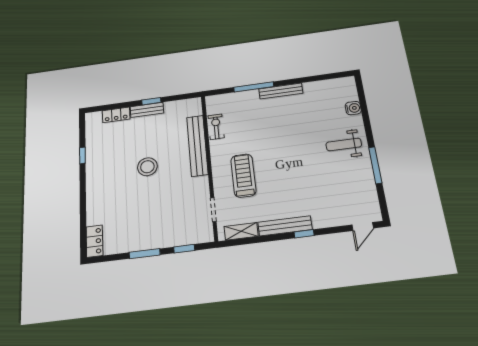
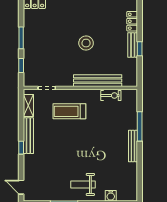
weight bench: (344, 145) -> (83, 184), turned -90
treadmill: (243, 176) -> (69, 111), turned 180

